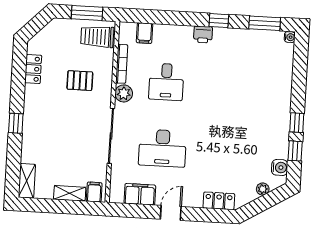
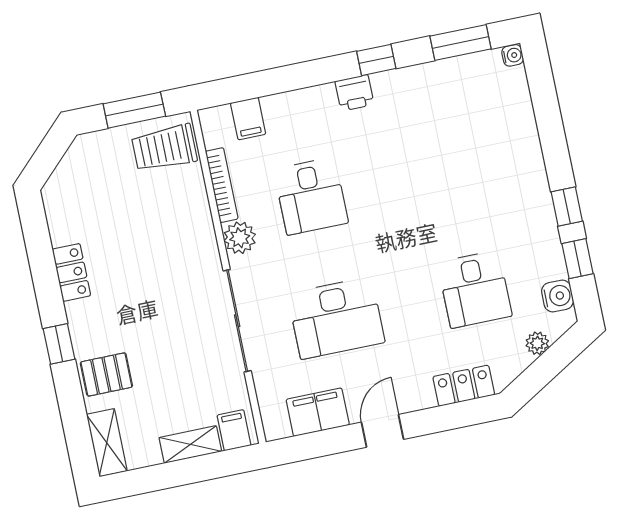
locker: (33, 69) -> (71, 272), moved
pallet: (80, 81) -> (106, 374), moved
desk: (238, 152) -> (475, 289), added

